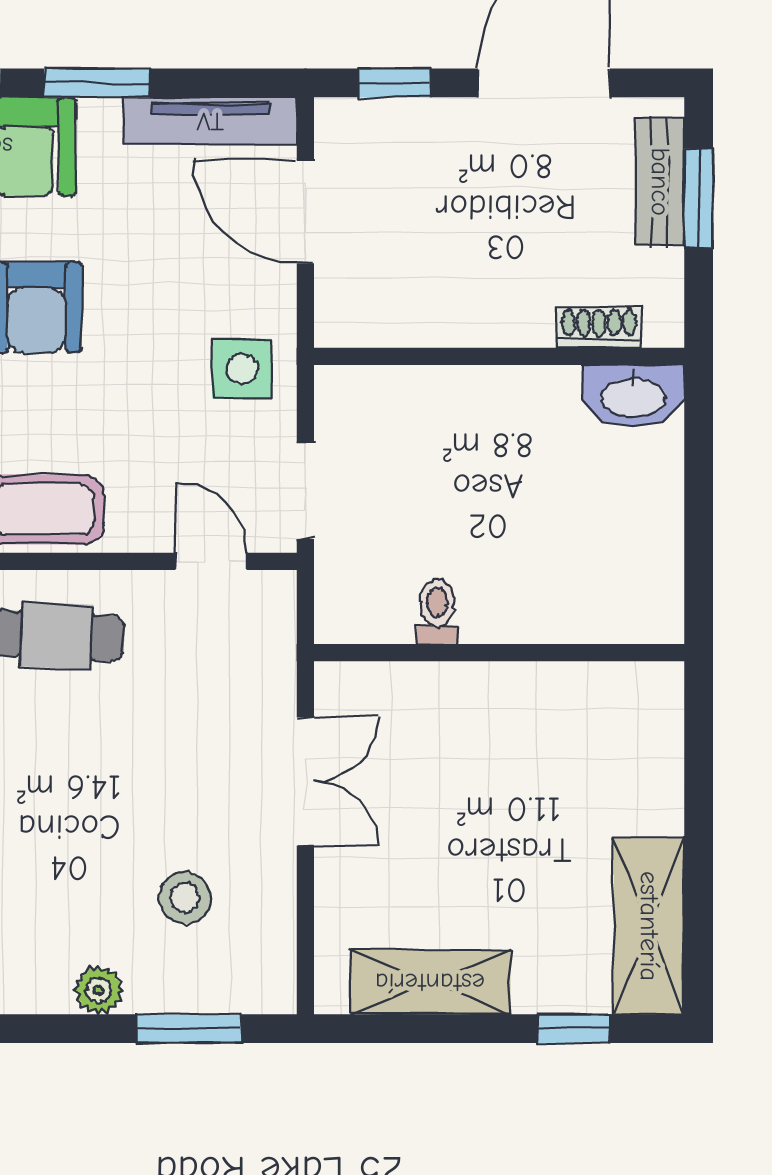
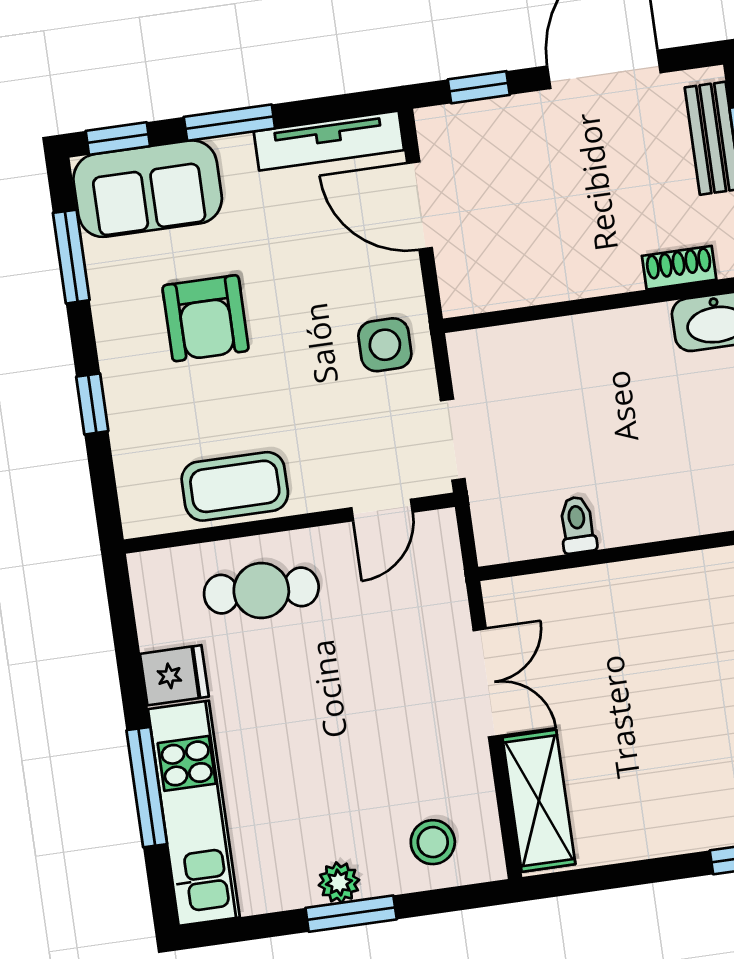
door: (211, 561) -> (382, 510), swing flipped
stool: (185, 898) -> (433, 842), moved
shelving: (430, 982) -> (539, 801), moved, turned 90
window: (189, 1029) -> (351, 914), moved

